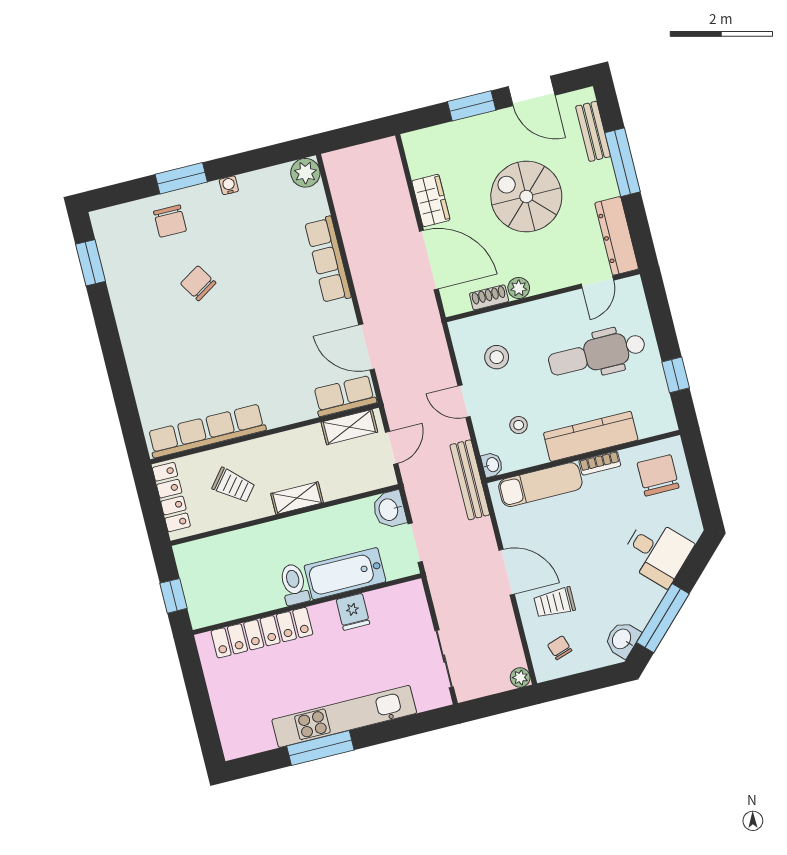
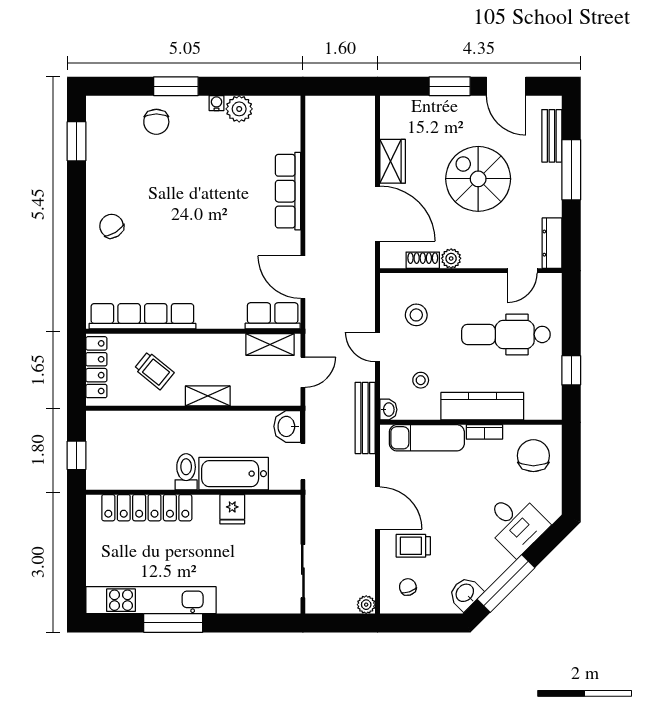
plant: (305, 173) -> (239, 109), moved
dresser: (617, 236) -> (552, 243), width x0.73, depth x0.80
chair: (198, 283) -> (112, 226), moved
kitchen unit: (344, 716) -> (151, 600), moved

